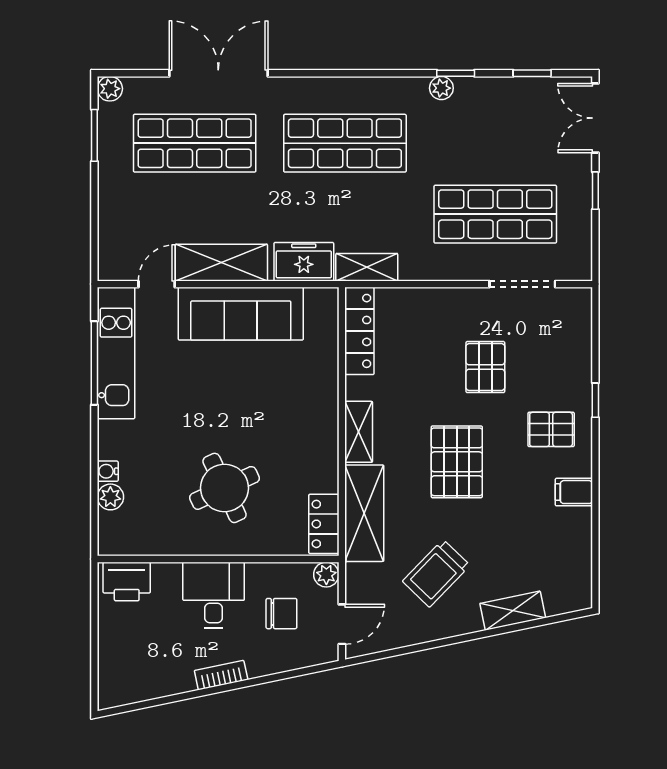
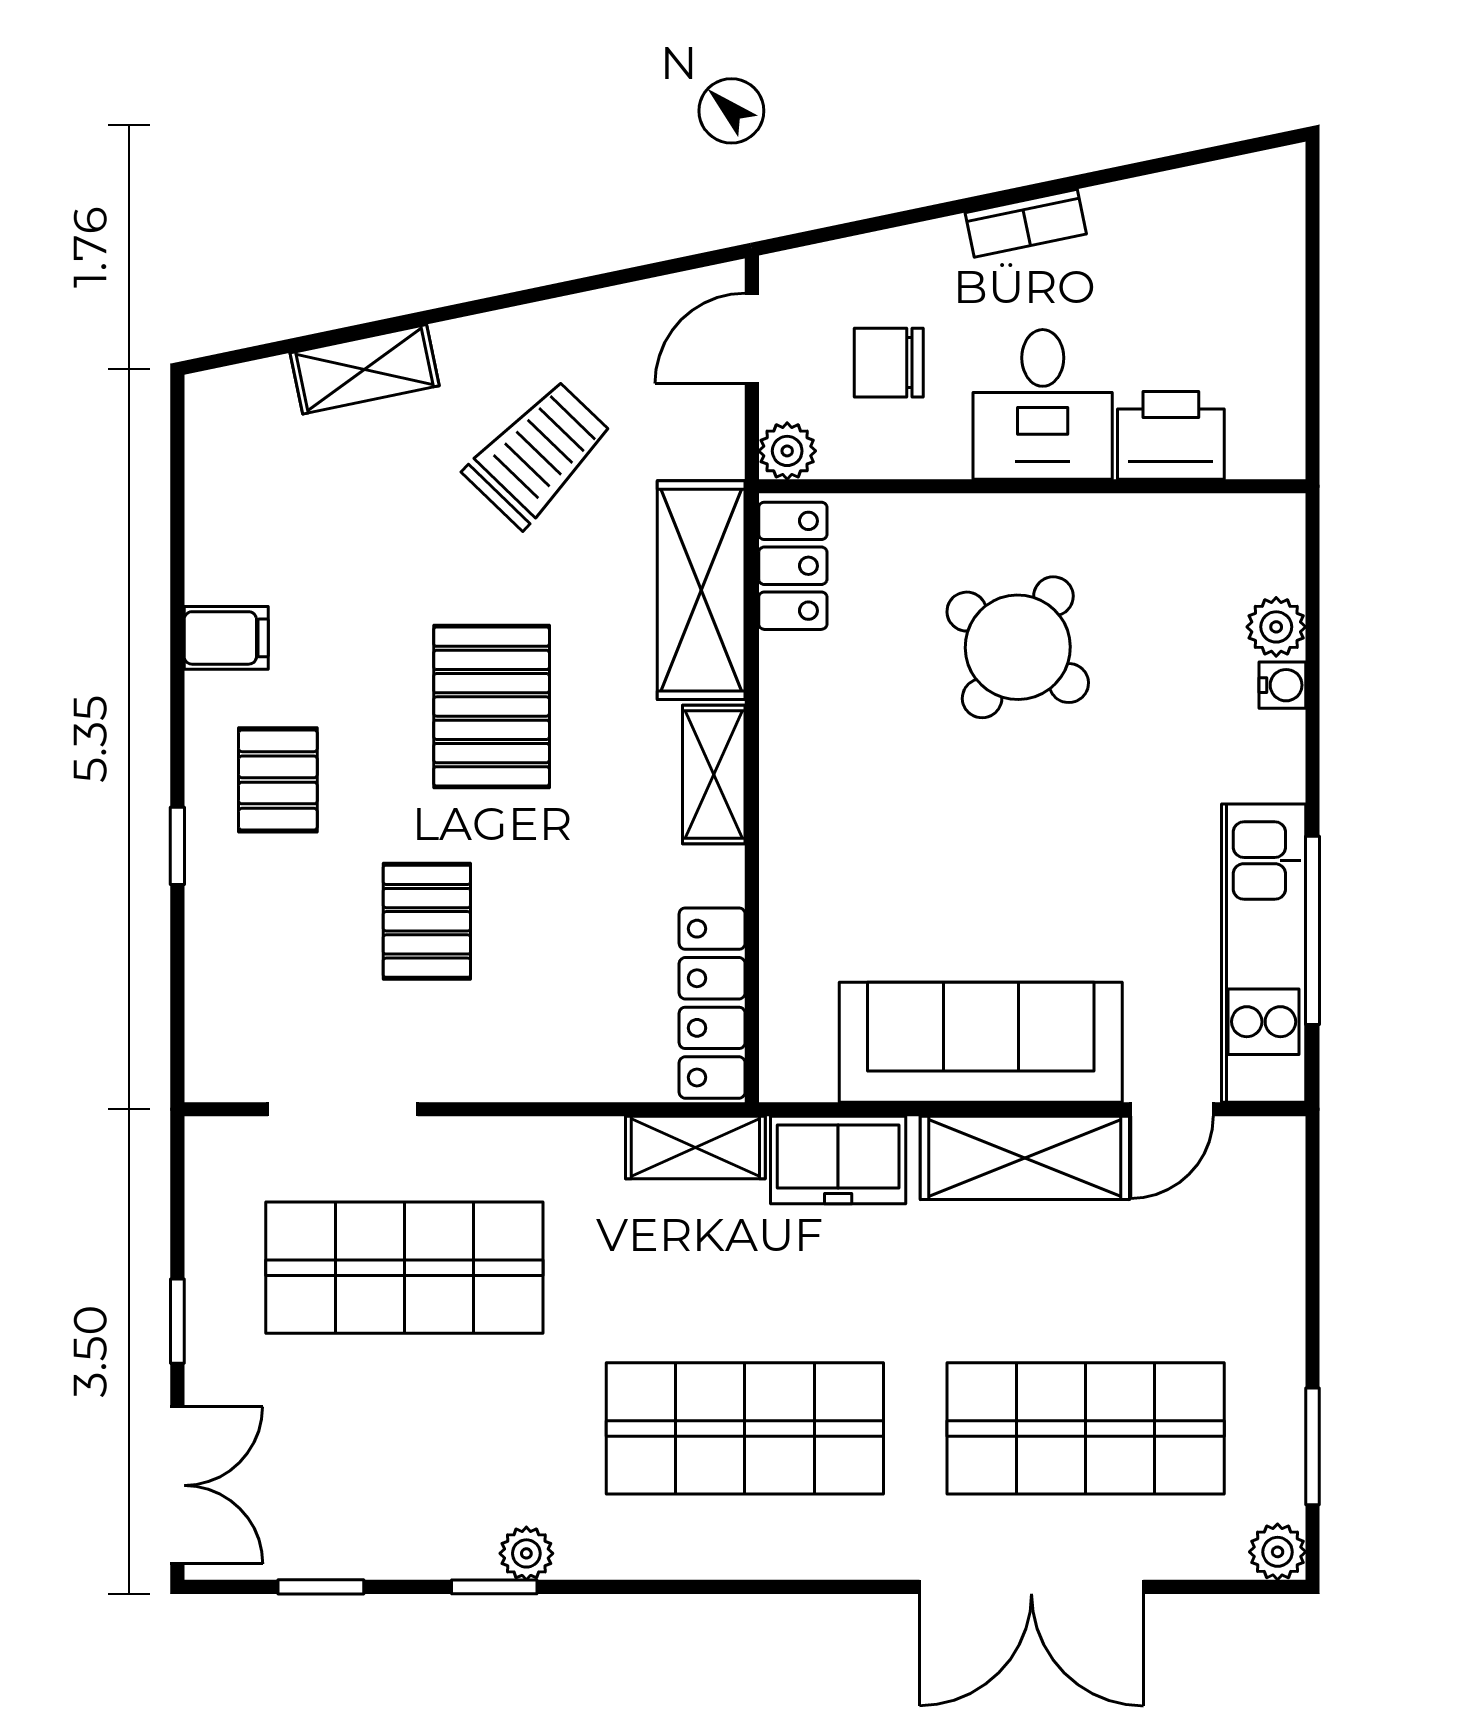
pallet: (551, 429) -> (278, 780), turned 90
round table: (225, 488) -> (1018, 647), turned -30
printer: (127, 581) -> (1171, 435), moved

